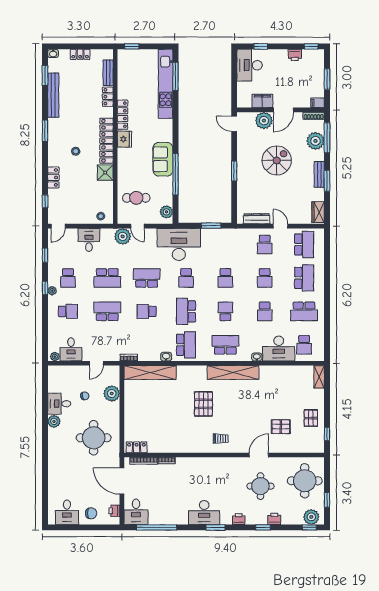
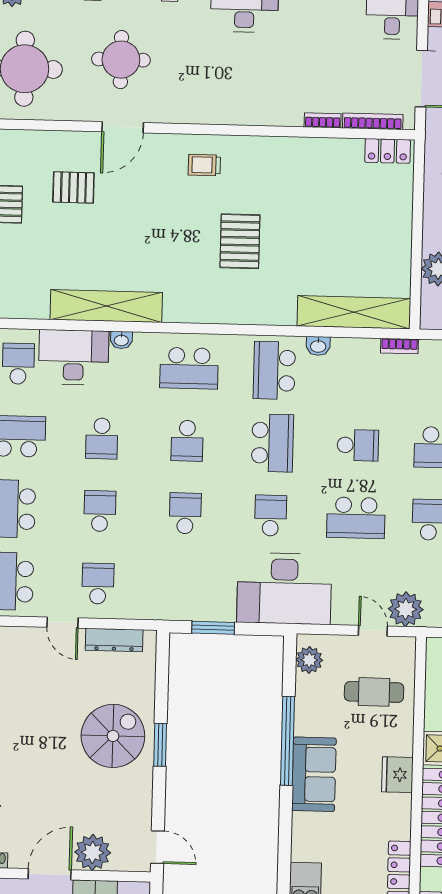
fridge: (124, 139) -> (397, 775), moved
spiral stairs: (277, 160) -> (113, 736), moved, turned 180
school desk: (265, 311) -> (102, 438), turned 180
shelving: (233, 372) -> (106, 306), moved

